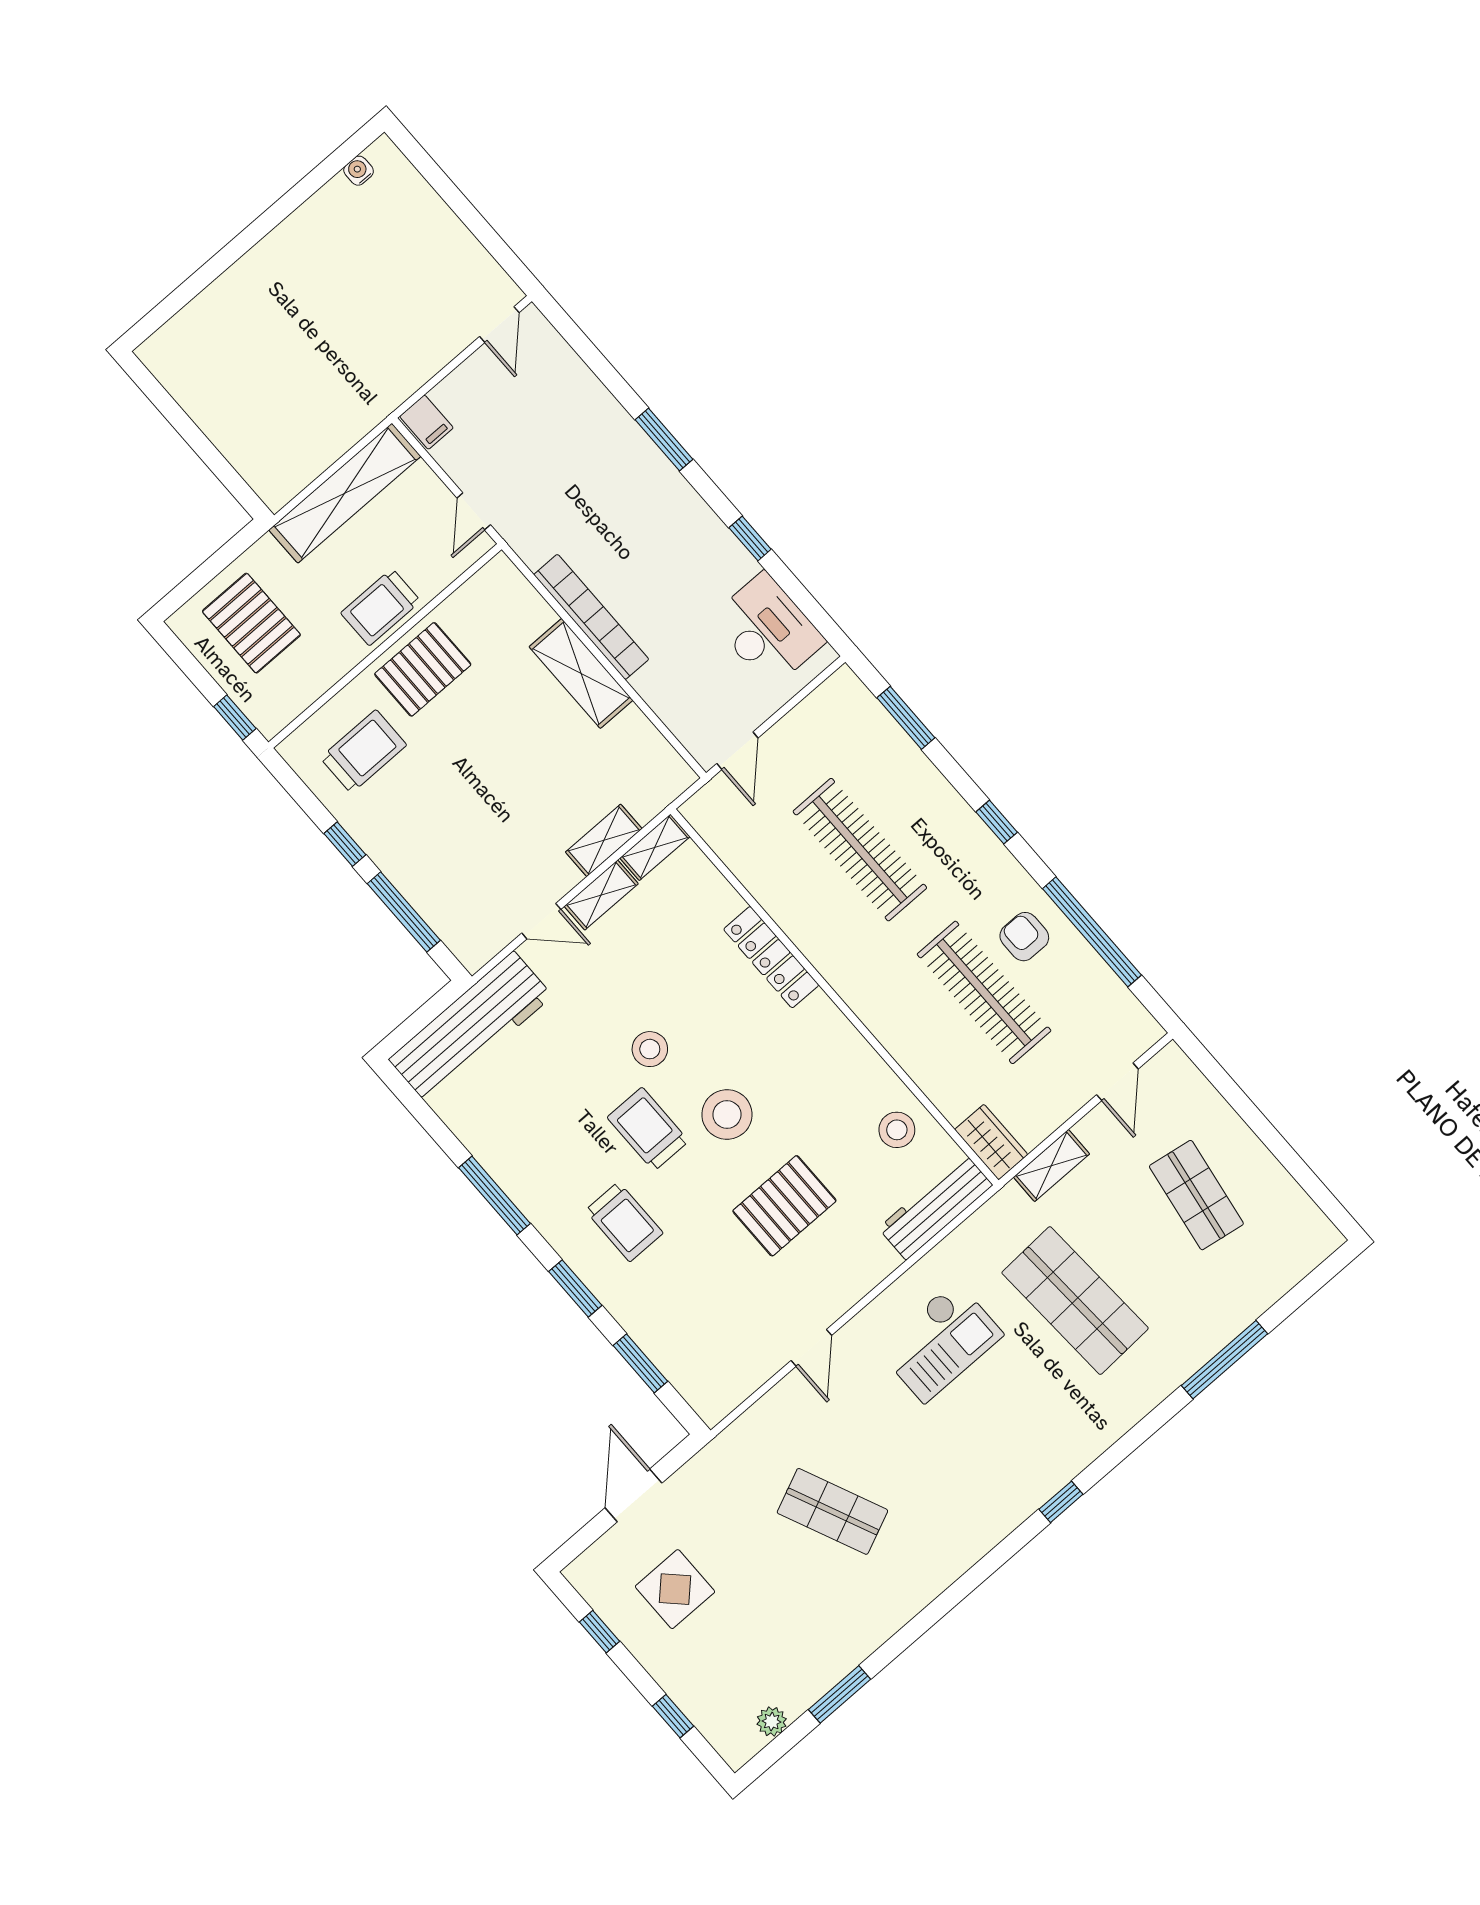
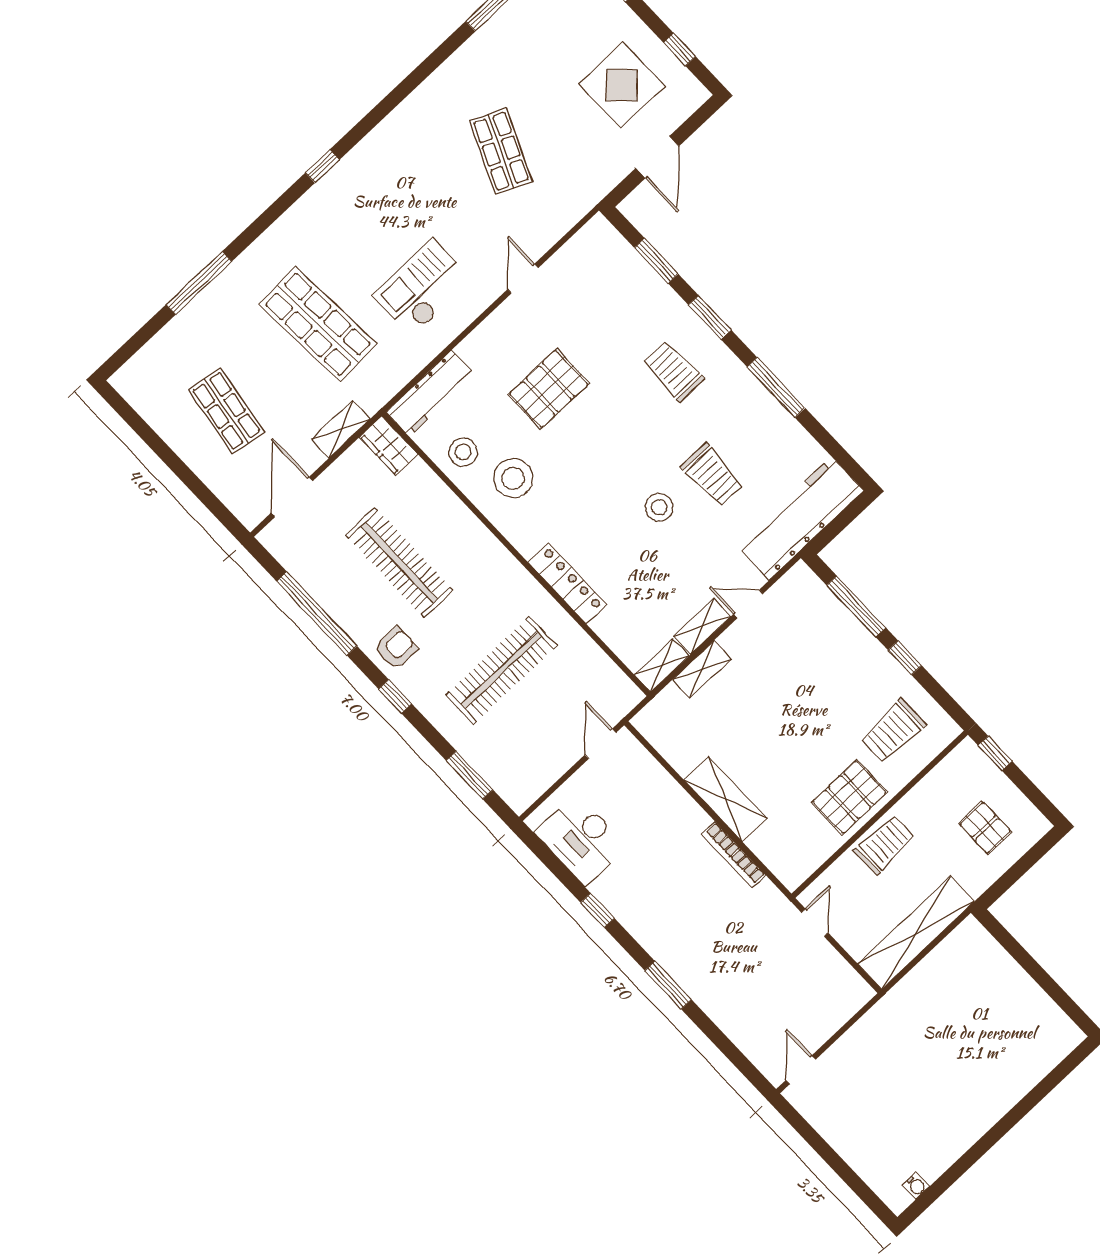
filing cabinet: (426, 422) -> (855, 991), removed
bookcase: (591, 617) -> (734, 855), width x0.68, depth x0.76
pallet: (251, 623) -> (985, 828), width x0.67, depth x0.71
clothes rail: (860, 850) -> (501, 670), turned 90
armchair: (1024, 937) -> (396, 648), moved, turned -90
door: (1117, 1082) -> (292, 497), width x1.37
stool: (727, 1114) -> (513, 478), moved
trolley: (648, 1129) -> (712, 475), moved
shop shelf: (832, 1511) -> (501, 151), turned 48
display table: (675, 1589) -> (622, 85), width x1.36, depth x1.36

